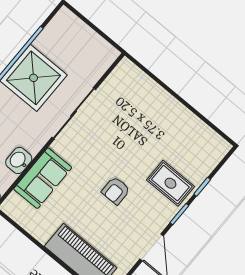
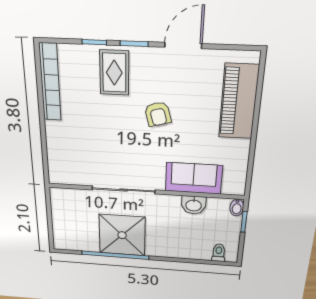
bookcase: (200, 129) -> (50, 82), added
armchair: (116, 191) -> (158, 114), turned 75

